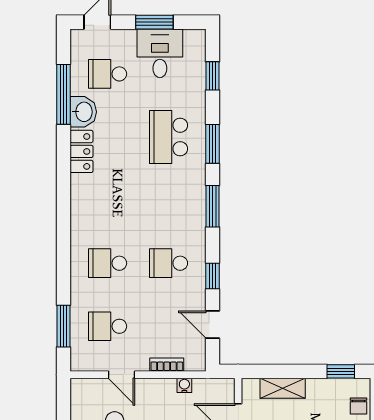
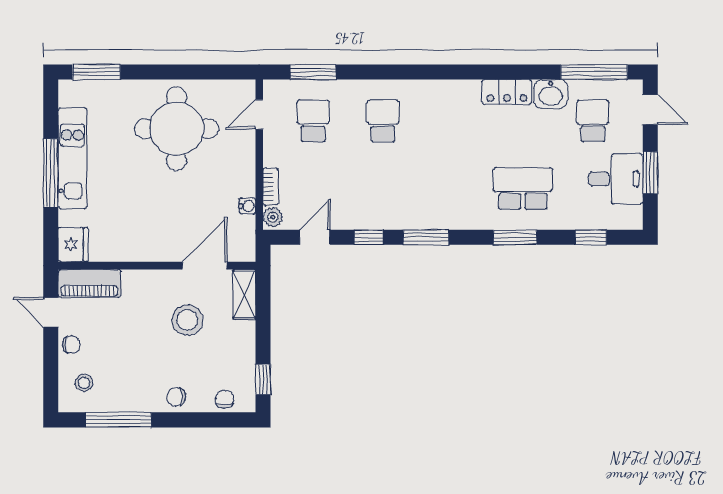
window: (64, 94) -> (594, 72), moved
window: (213, 206) -> (426, 237), moved
school desk: (168, 263) -> (383, 188), removed
plant: (194, 362) -> (273, 217), added
door: (121, 375) -> (259, 115), moved
shelving: (283, 388) -> (244, 294), moved
chair: (358, 406) -> (225, 399), turned 90

